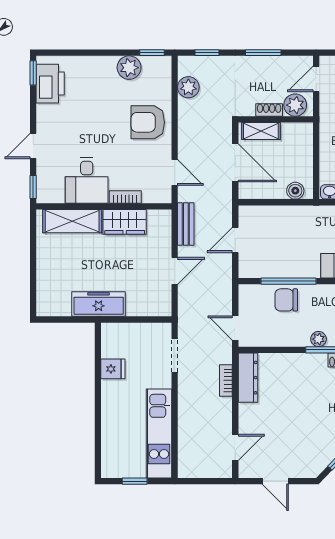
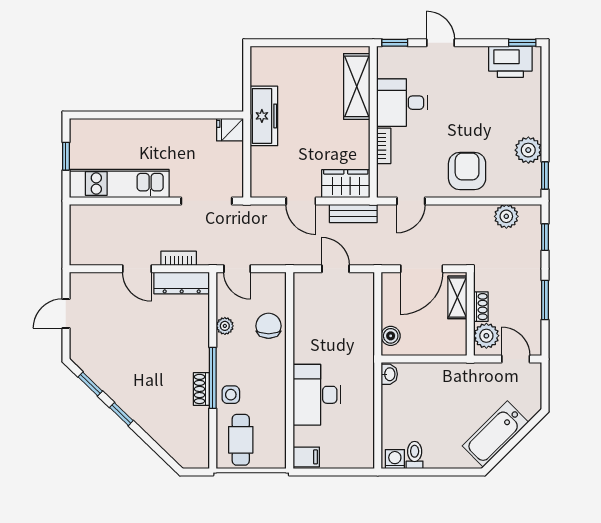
wardrobe: (125, 222) -> (346, 184), moved, turned 90
window: (289, 281) -> (290, 328), removed
door: (235, 328) -> (237, 269), swing flipped
plant: (319, 339) -> (225, 326), moved
doorway: (175, 355) -> (207, 201), width x1.38
fridge: (113, 369) -> (230, 130), moved, turned 90
door: (235, 447) -> (137, 269), moved

